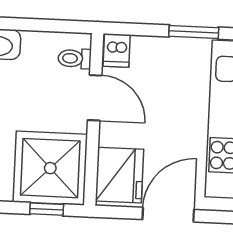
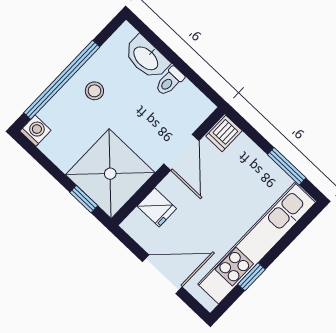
toilet: (75, 58) -> (170, 81), moved, turned -90
fridge: (120, 175) -> (157, 207), width x0.53, depth x0.75

